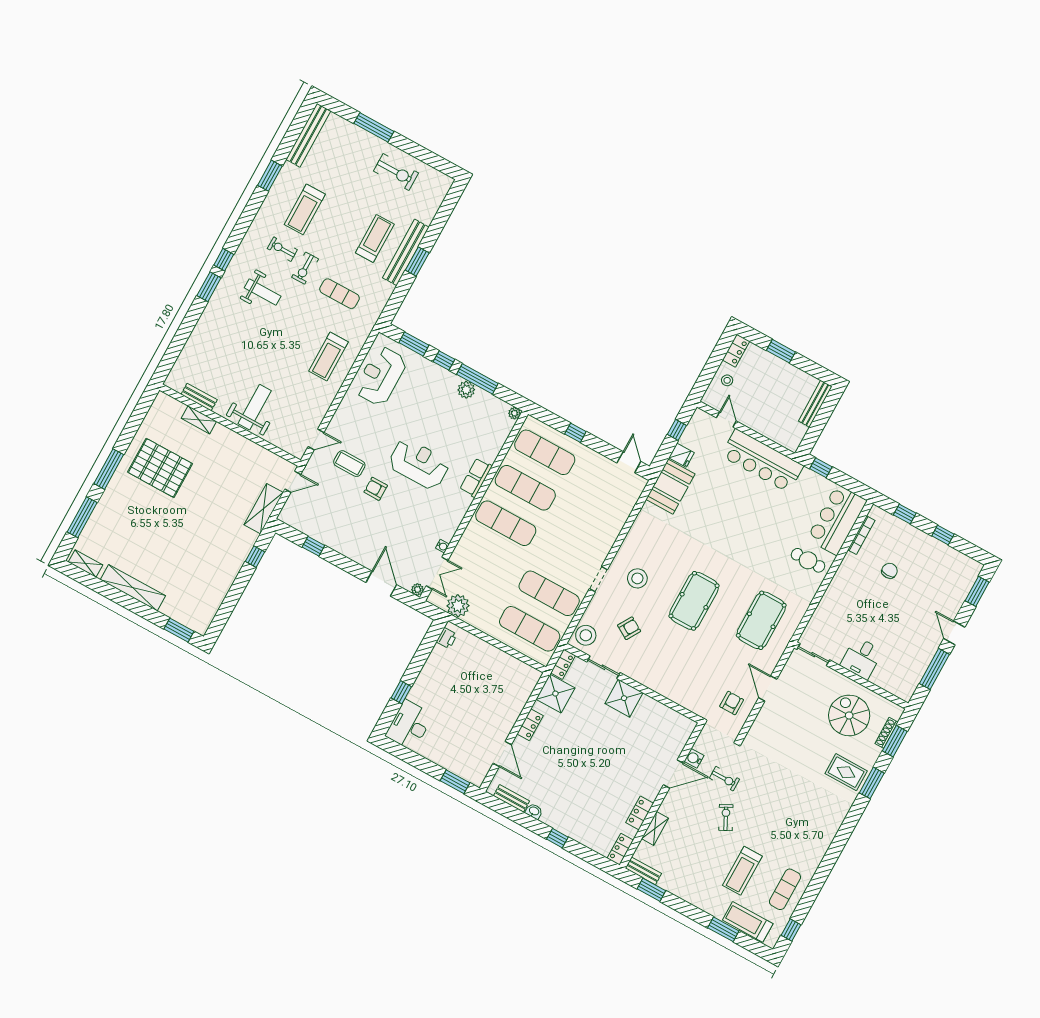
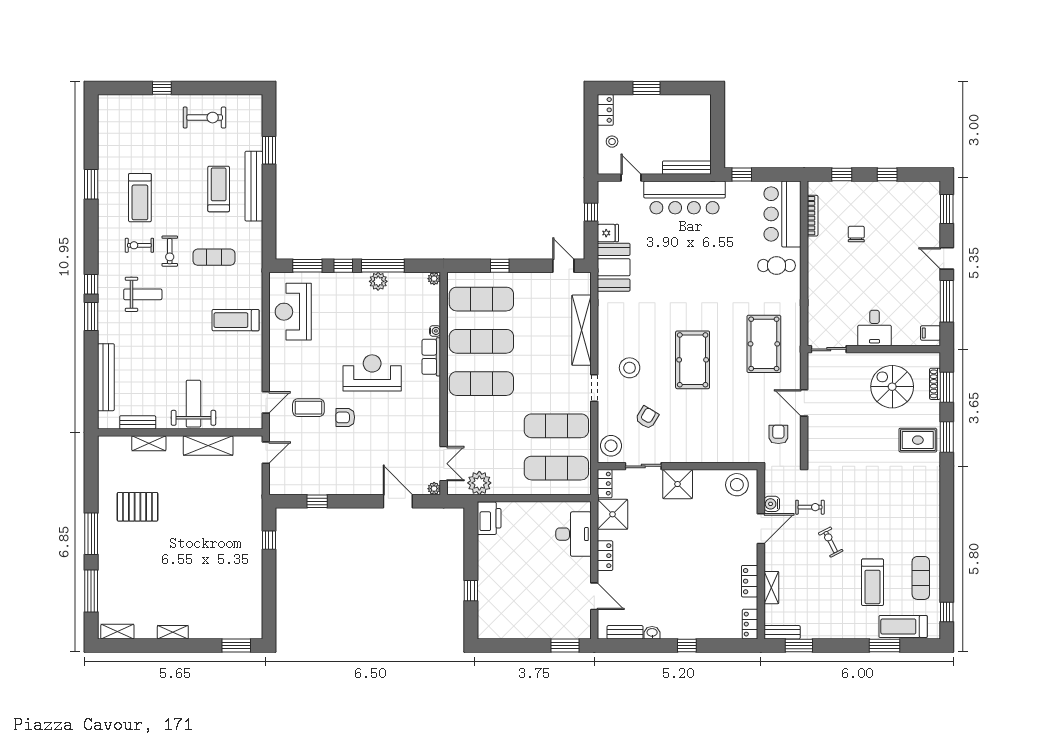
window: (374, 127) -> (162, 88), width x0.46
bench: (308, 135) -> (106, 377), moved
window: (417, 262) -> (269, 150), moved
treadmill: (329, 356) -> (236, 320), turned 90
bench: (815, 404) -> (687, 168), moved, turned 90
pallet: (160, 468) -> (138, 507), width x0.73, depth x0.71
shelving: (264, 509) -> (208, 446), moved, turned 90
shelving: (614, 525) -> (581, 330), added
water cooler: (442, 546) -> (435, 331), moved
shelving: (133, 588) -> (173, 632), width x0.45, depth x0.75
printer: (447, 638) -> (489, 518), width x1.87, depth x1.48
filing cabinet: (906, 688) -> (930, 333), added
desk: (409, 725) -> (573, 534), moved, turned 180
stool: (674, 726) -> (737, 485), added

